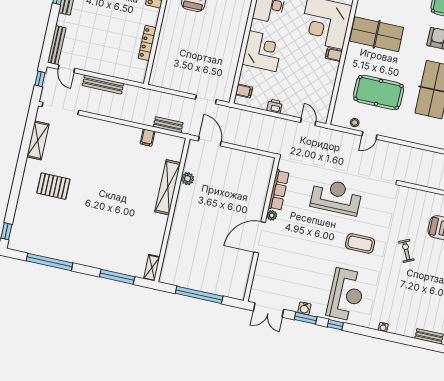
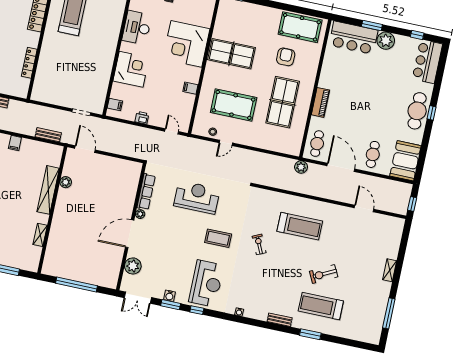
filing cabinet: (334, 55) -> (190, 88), moved
filing cabinet: (148, 138) -> (15, 143), moved
shelving: (152, 268) -> (40, 235), moved
plant: (263, 274) -> (133, 266), added

